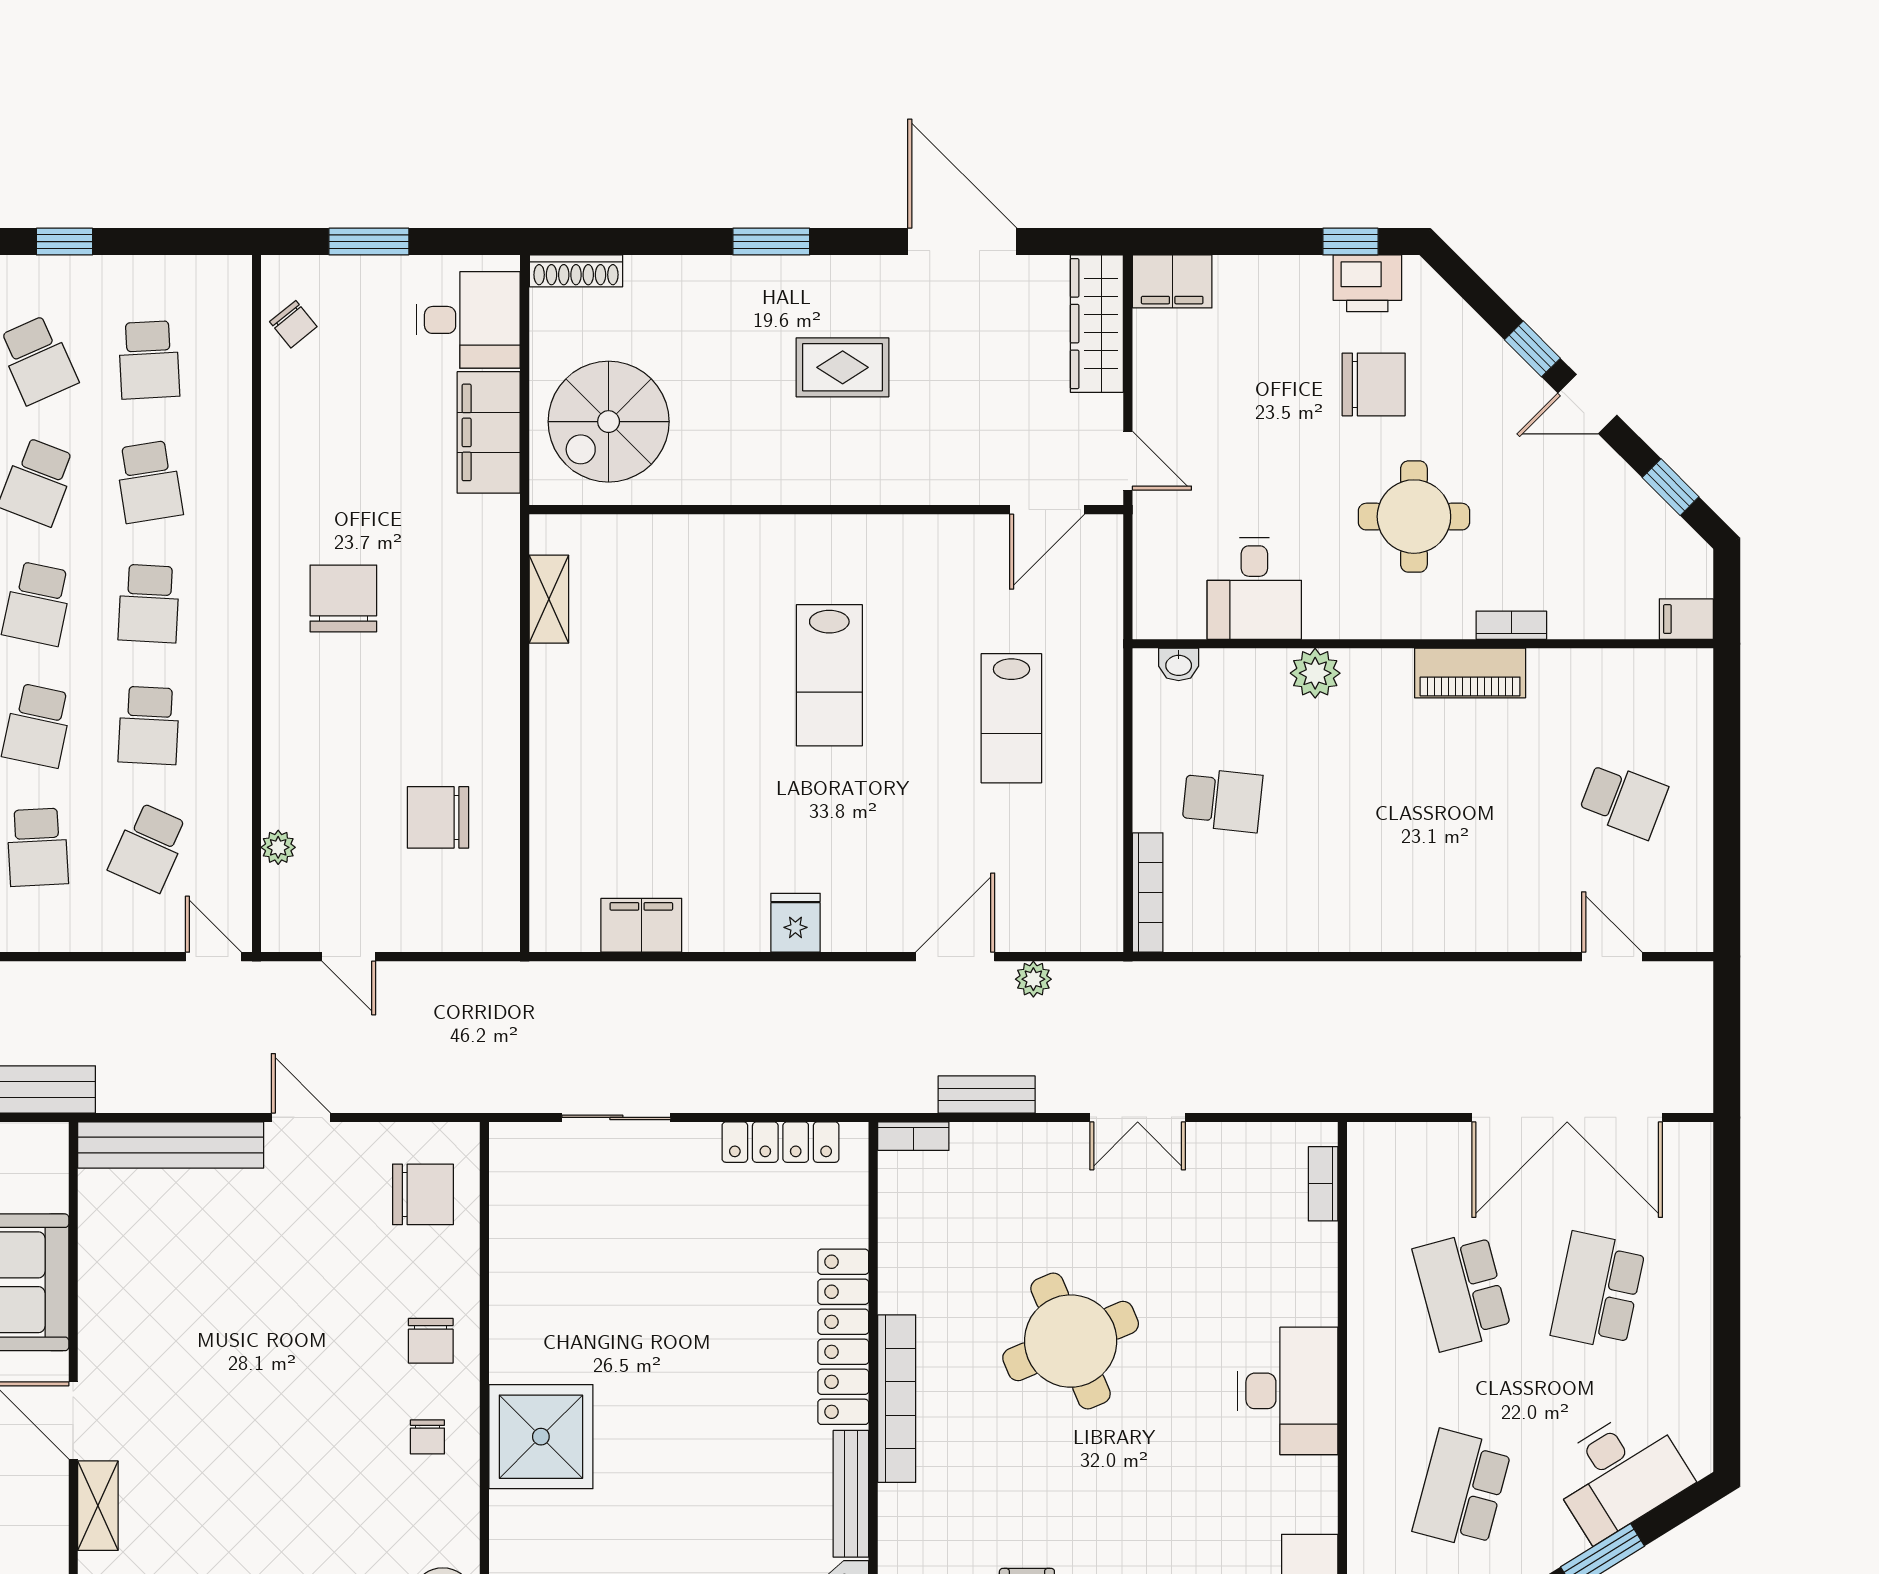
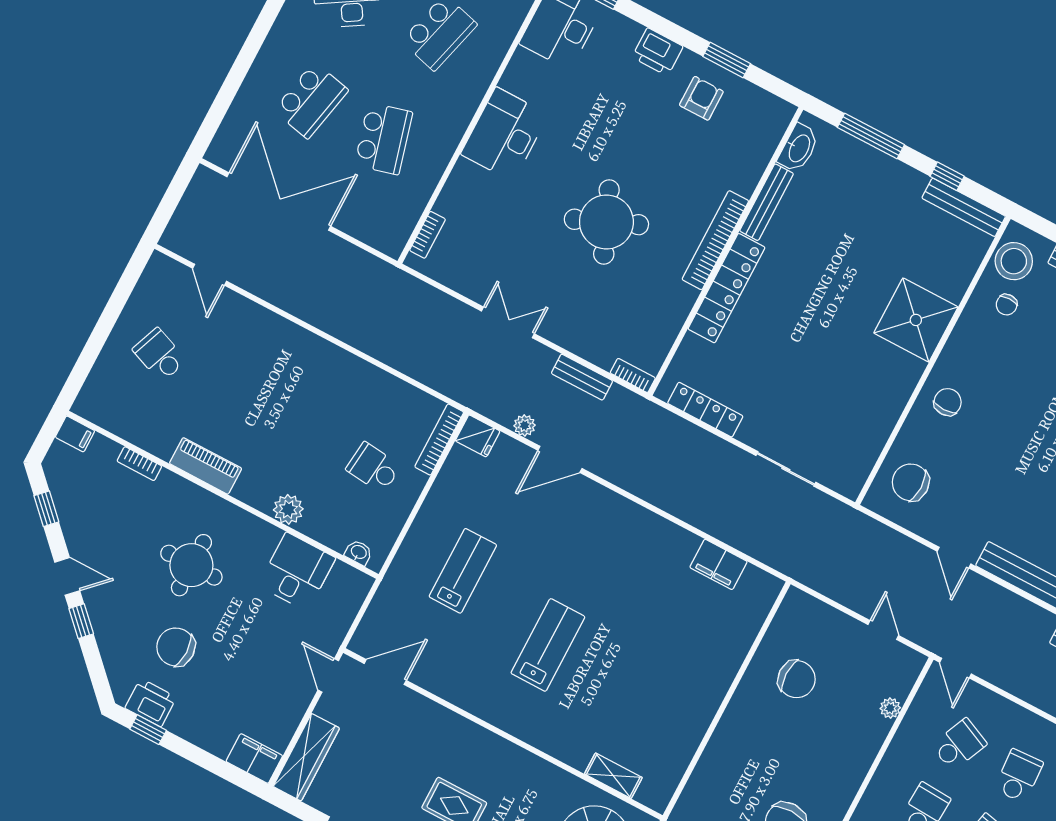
shelving: (549, 599) -> (613, 776), moved, turned 90
bookcase: (1511, 625) -> (139, 464), moved
fridge: (795, 923) -> (478, 436), moved, turned -90
chair: (427, 1437) -> (1007, 305), moved, turned 180

